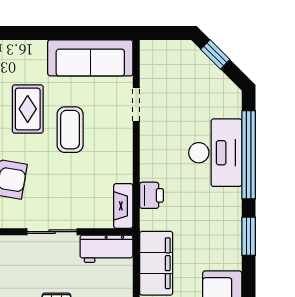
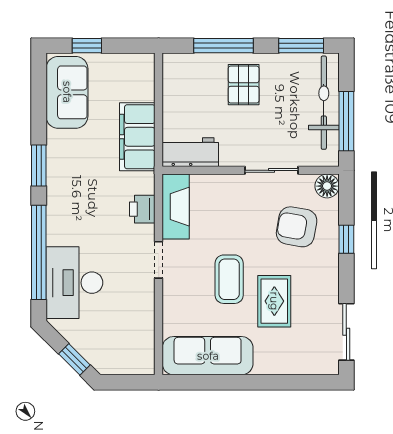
doorway: (136, 104) -> (159, 260), moved
desk: (215, 153) -> (74, 283), moved
fireplace: (123, 206) -> (176, 207), width x1.37, depth x1.32
sliding door: (52, 232) -> (272, 170), moved

